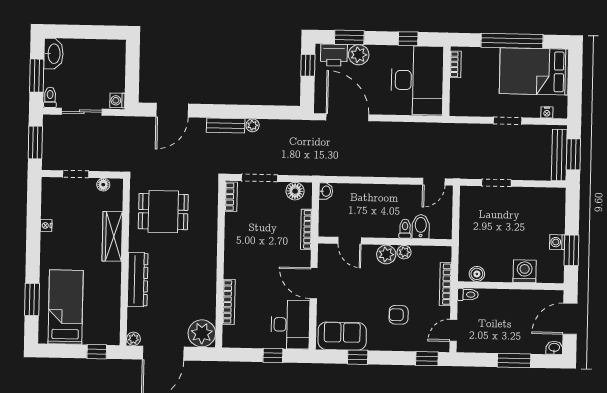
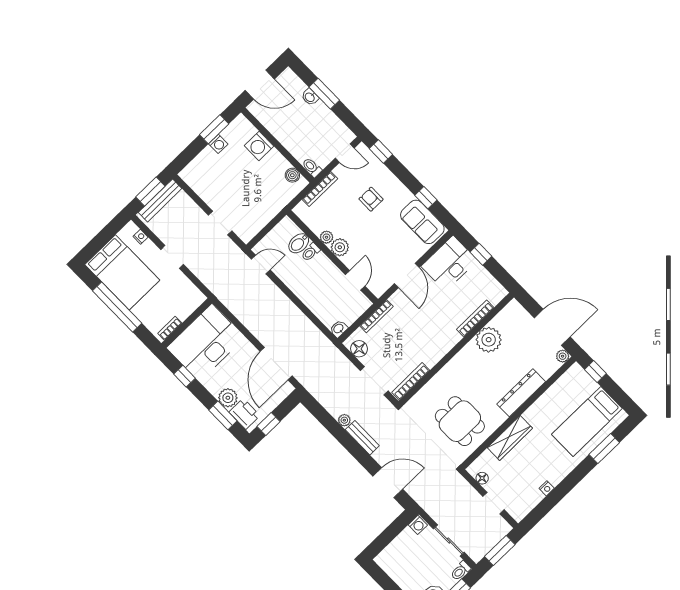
bookcase: (231, 197) -> (411, 381), width x1.56
armchair: (399, 315) -> (371, 199), turned 180
plant: (202, 333) -> (489, 340), moved
washbasin: (554, 348) -> (310, 97), moved

